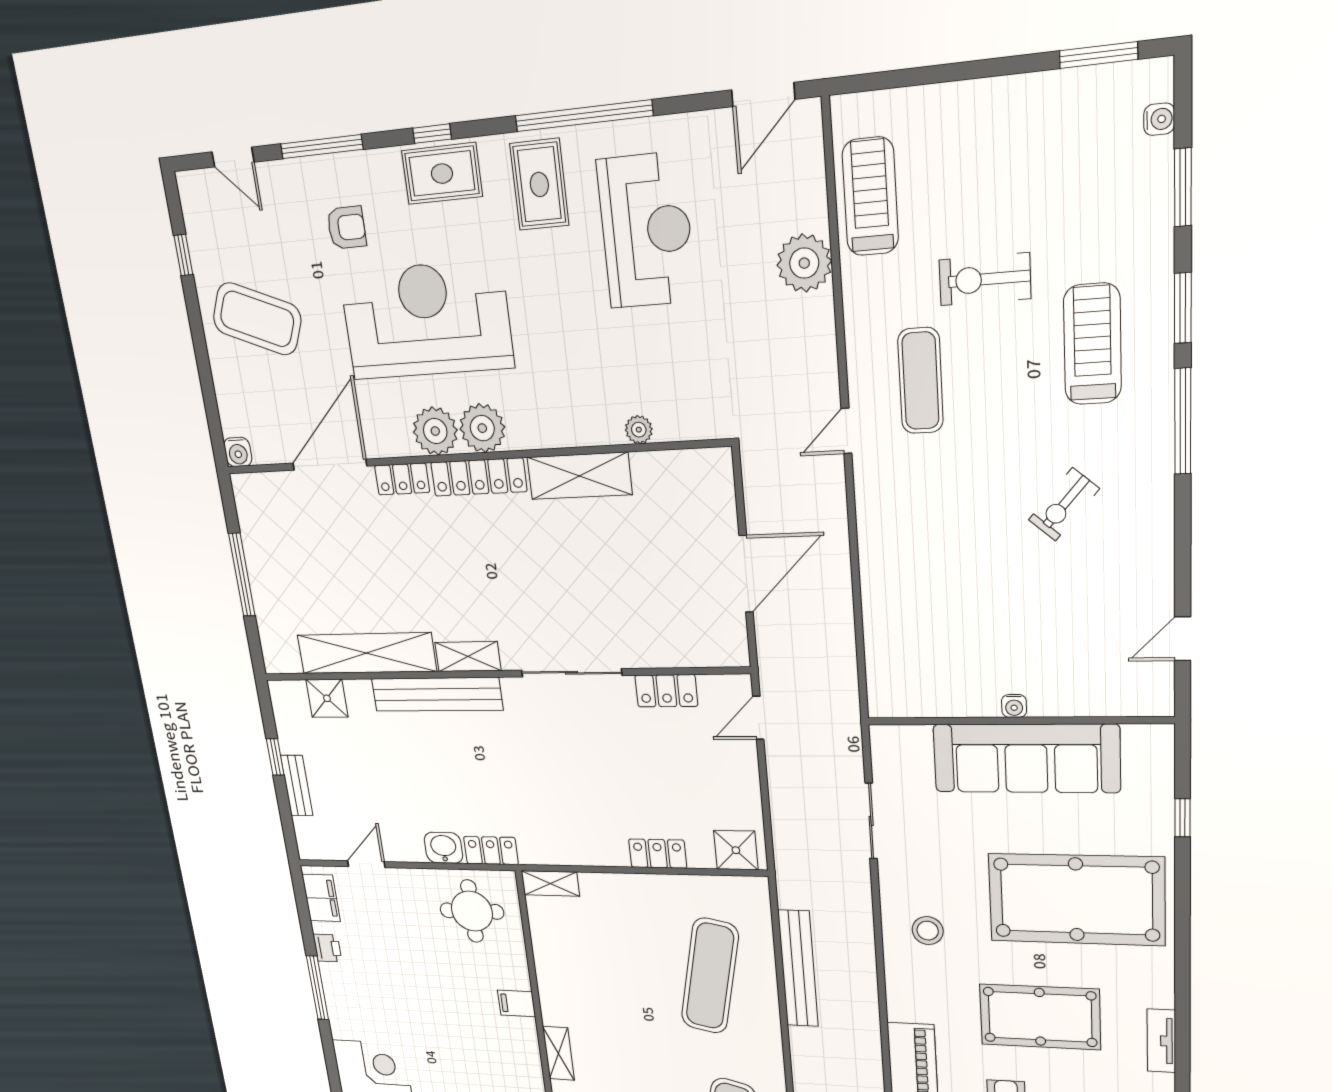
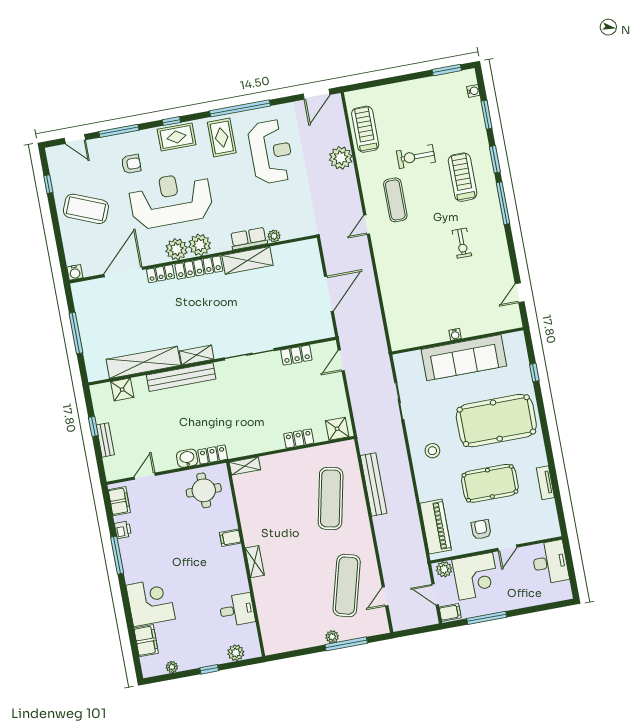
row of seats: (585, 428) -> (249, 239), added
exercise bike: (1064, 504) -> (462, 243), turned -41

